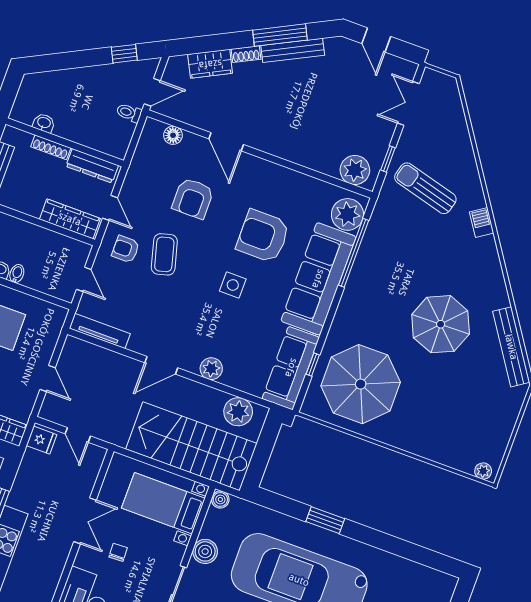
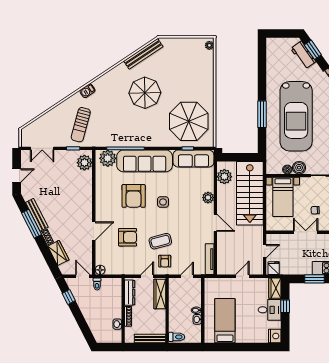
floor lamp: (173, 135) -> (100, 270), moved
boiler: (220, 499) -> (287, 169), moved
window: (325, 520) -> (262, 114), width x1.44

